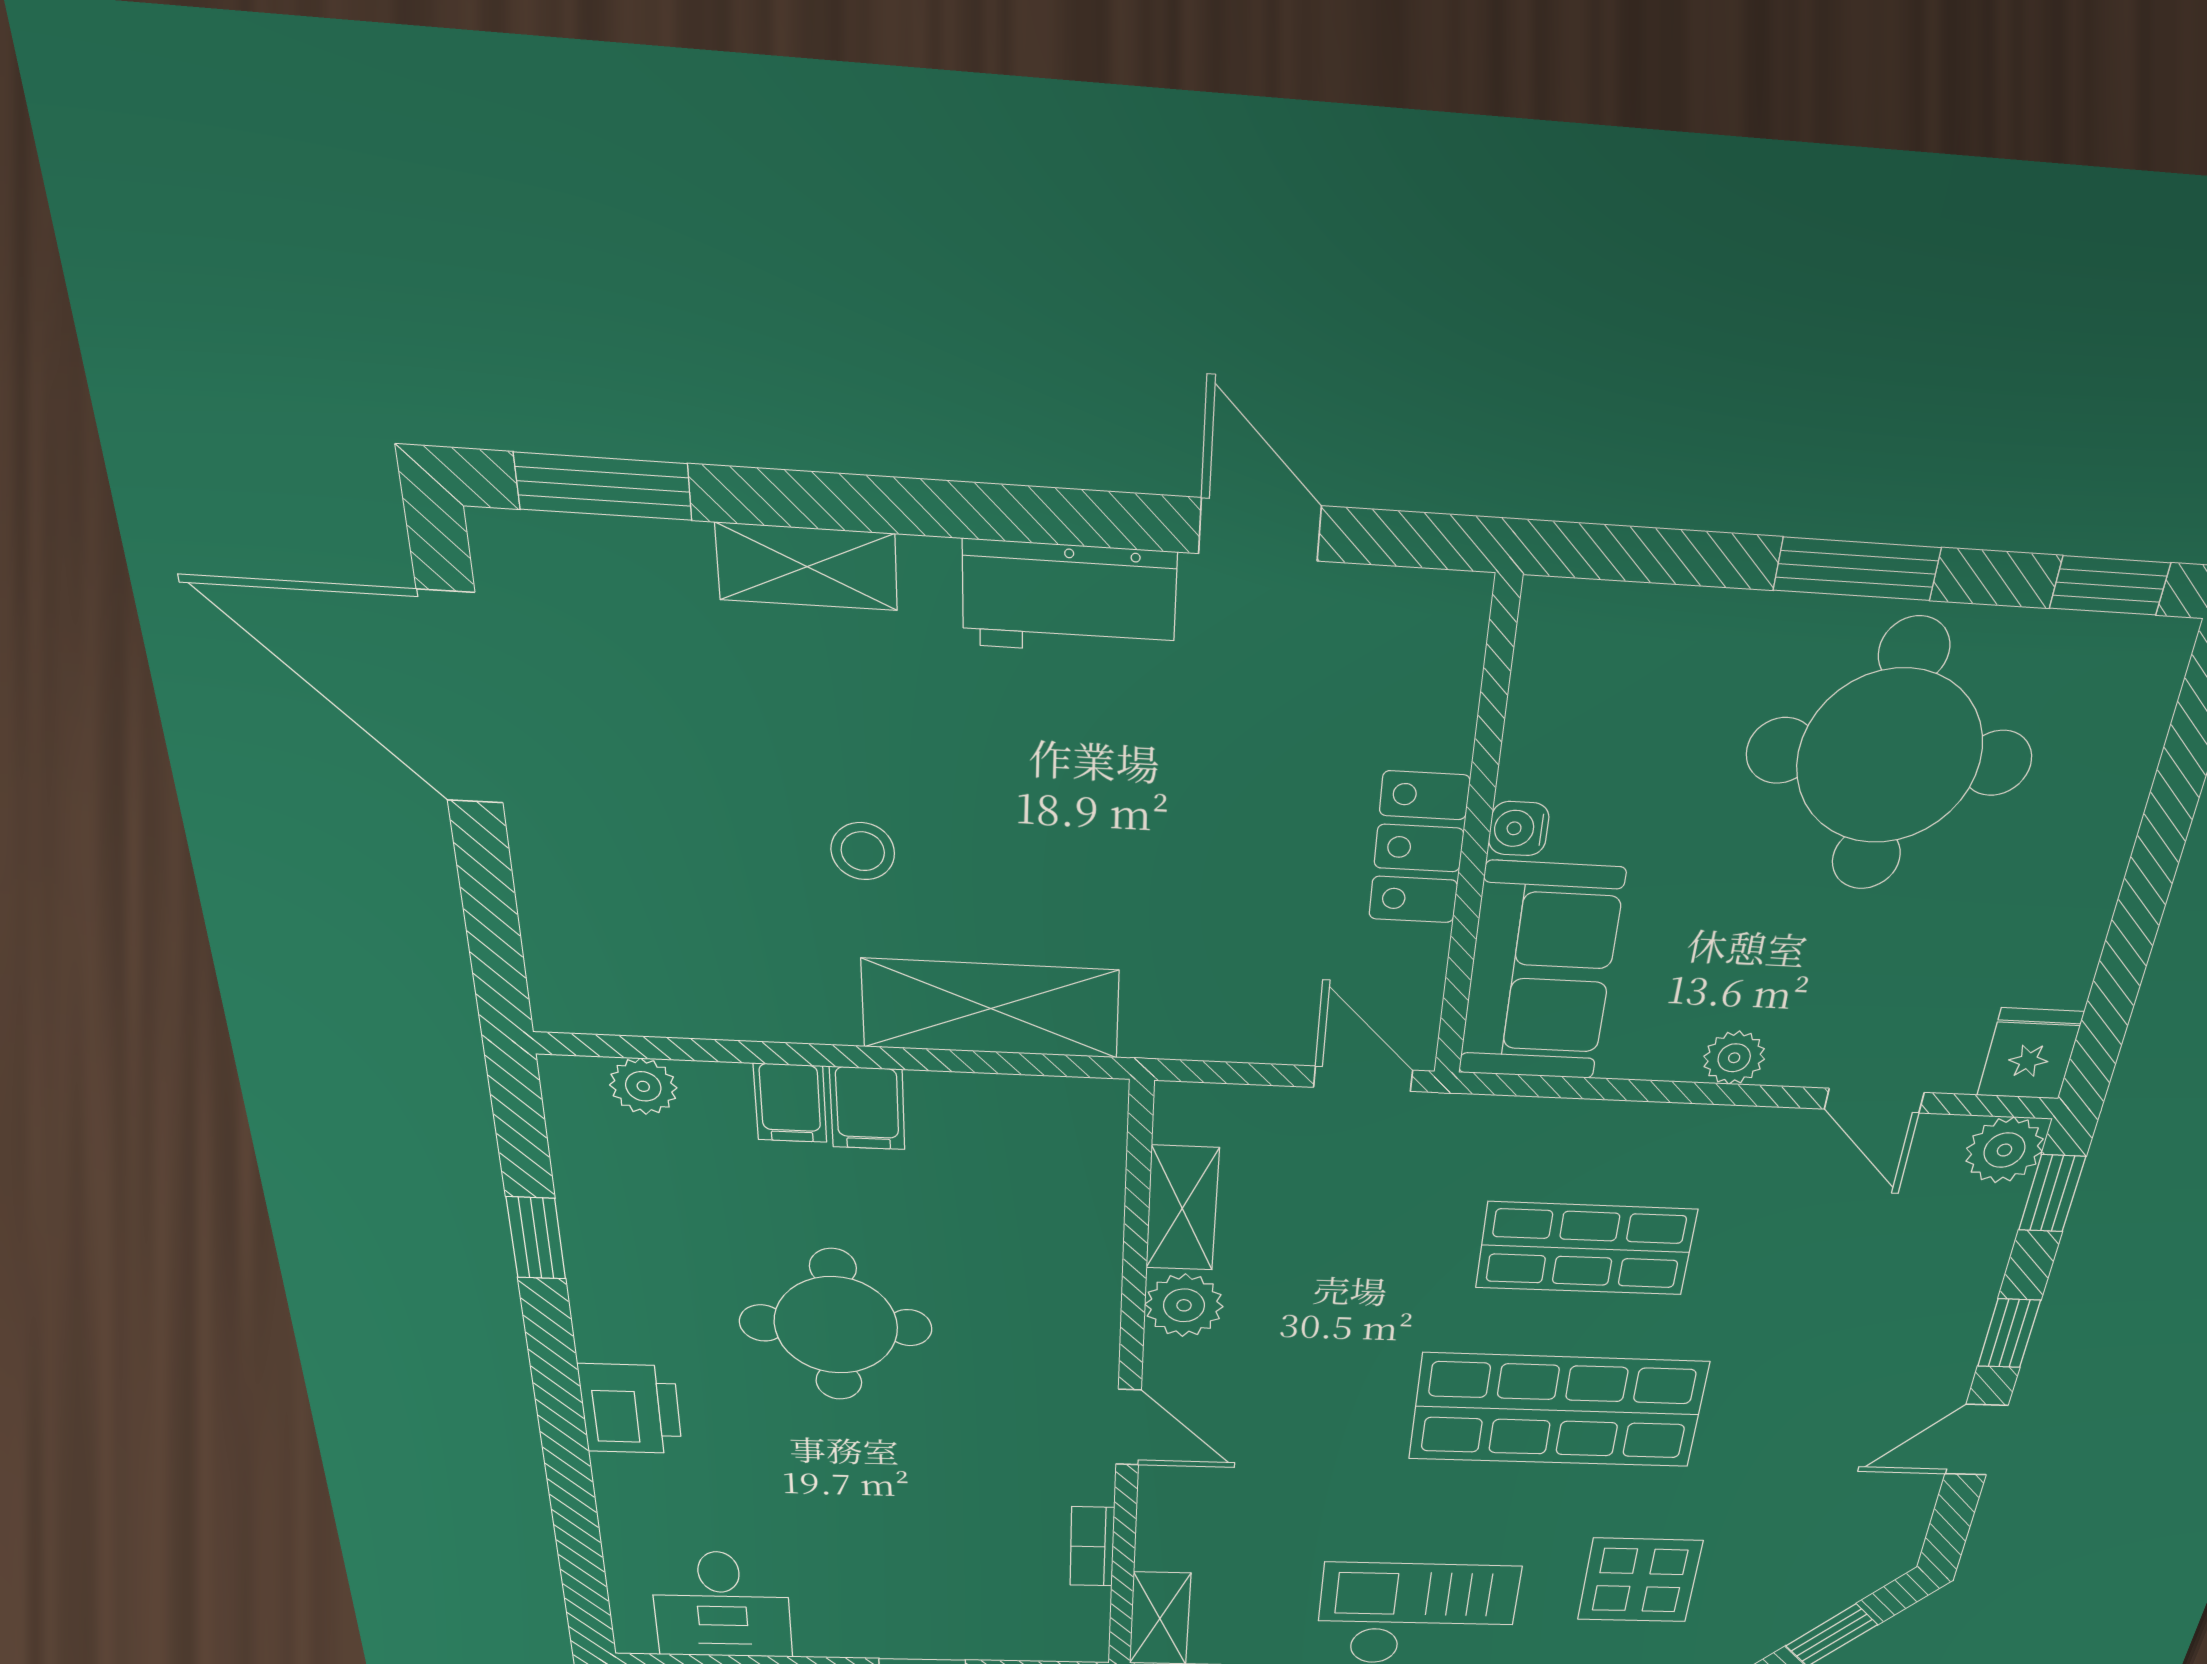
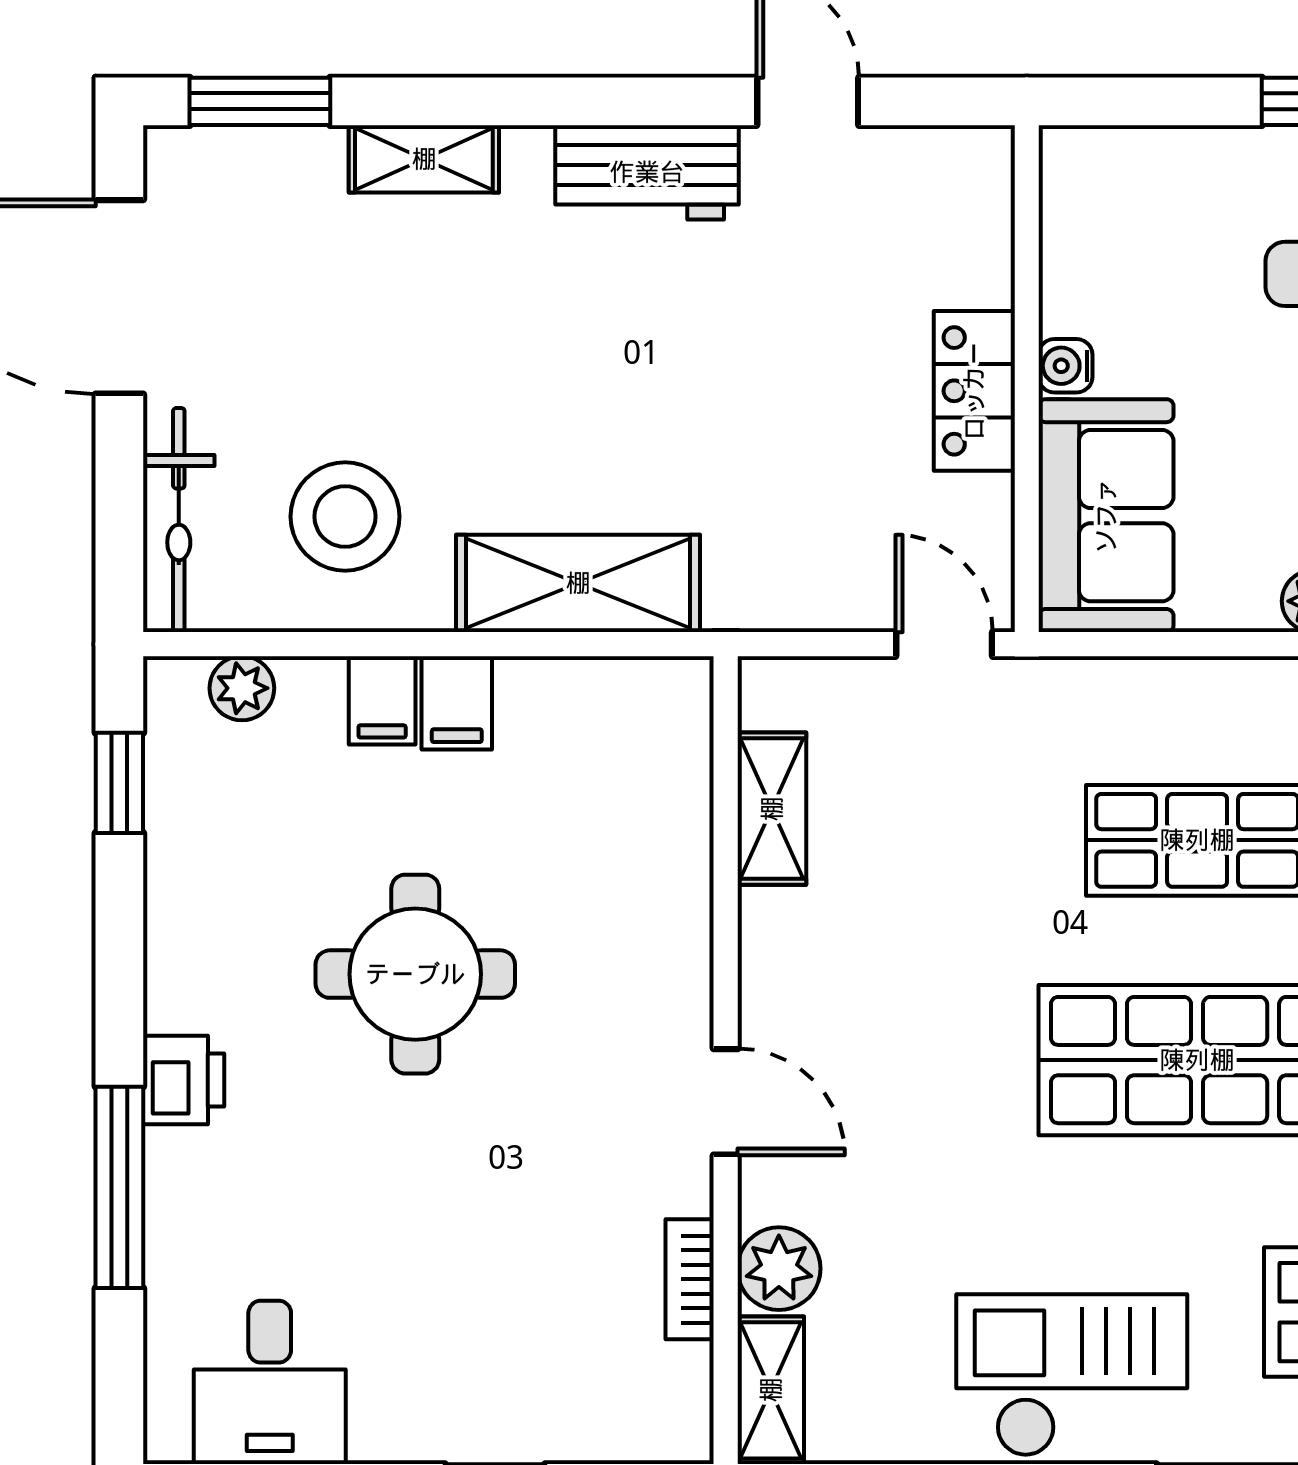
stool: (863, 851) -> (345, 517), moved, width x1.89, depth x1.89
bicycle: (558, 929) -> (179, 520), added
window: (536, 1238) -> (119, 783), moved
plant: (1184, 1305) -> (779, 1269), moved
printer: (630, 1409) -> (184, 1080), width x0.73, depth x0.81
window: (569, 1472) -> (119, 1187), added

